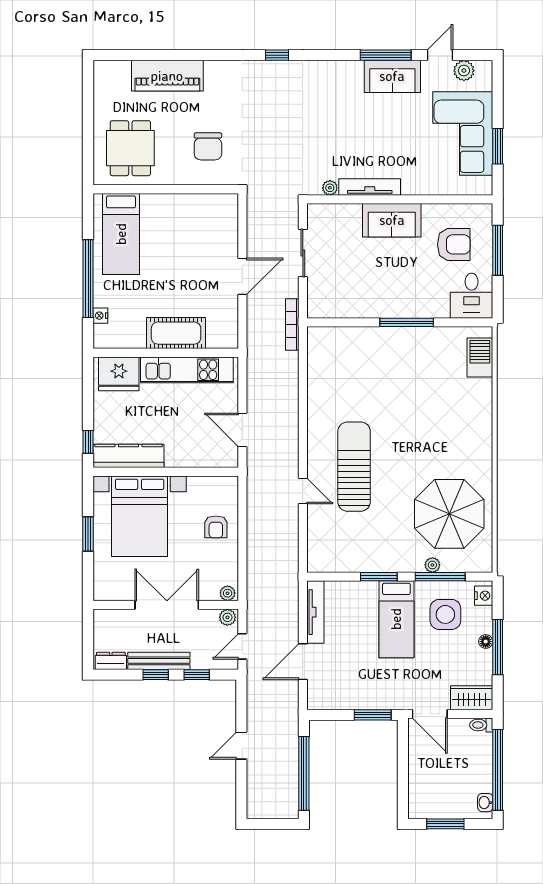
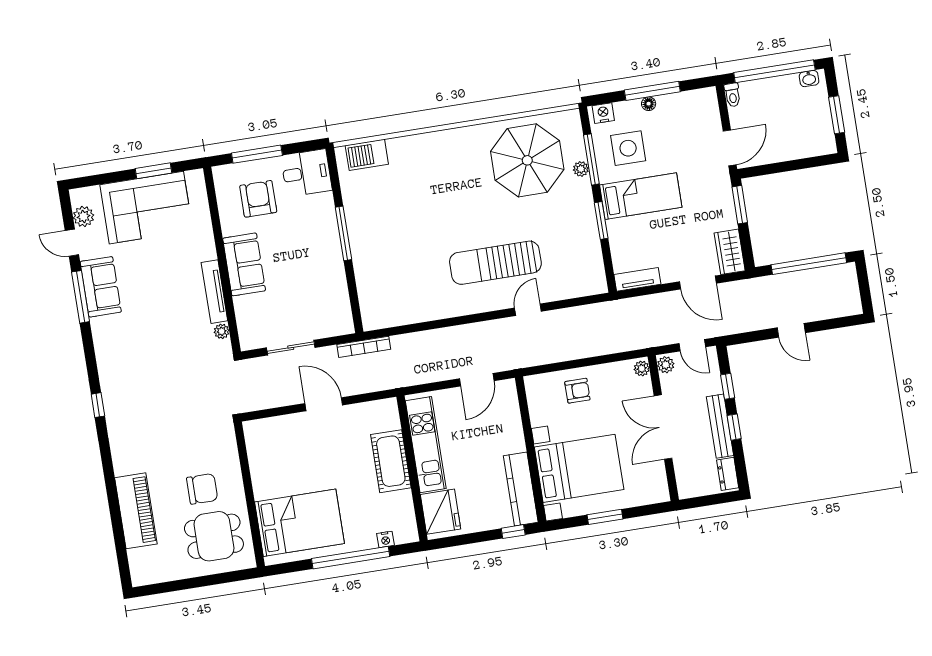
chair: (208, 146) -> (202, 489), moved
bed: (121, 234) -> (299, 523), width x1.50
tv unit: (315, 612) -> (637, 279), width x0.71
wardrobe: (472, 698) -> (730, 252), moved

